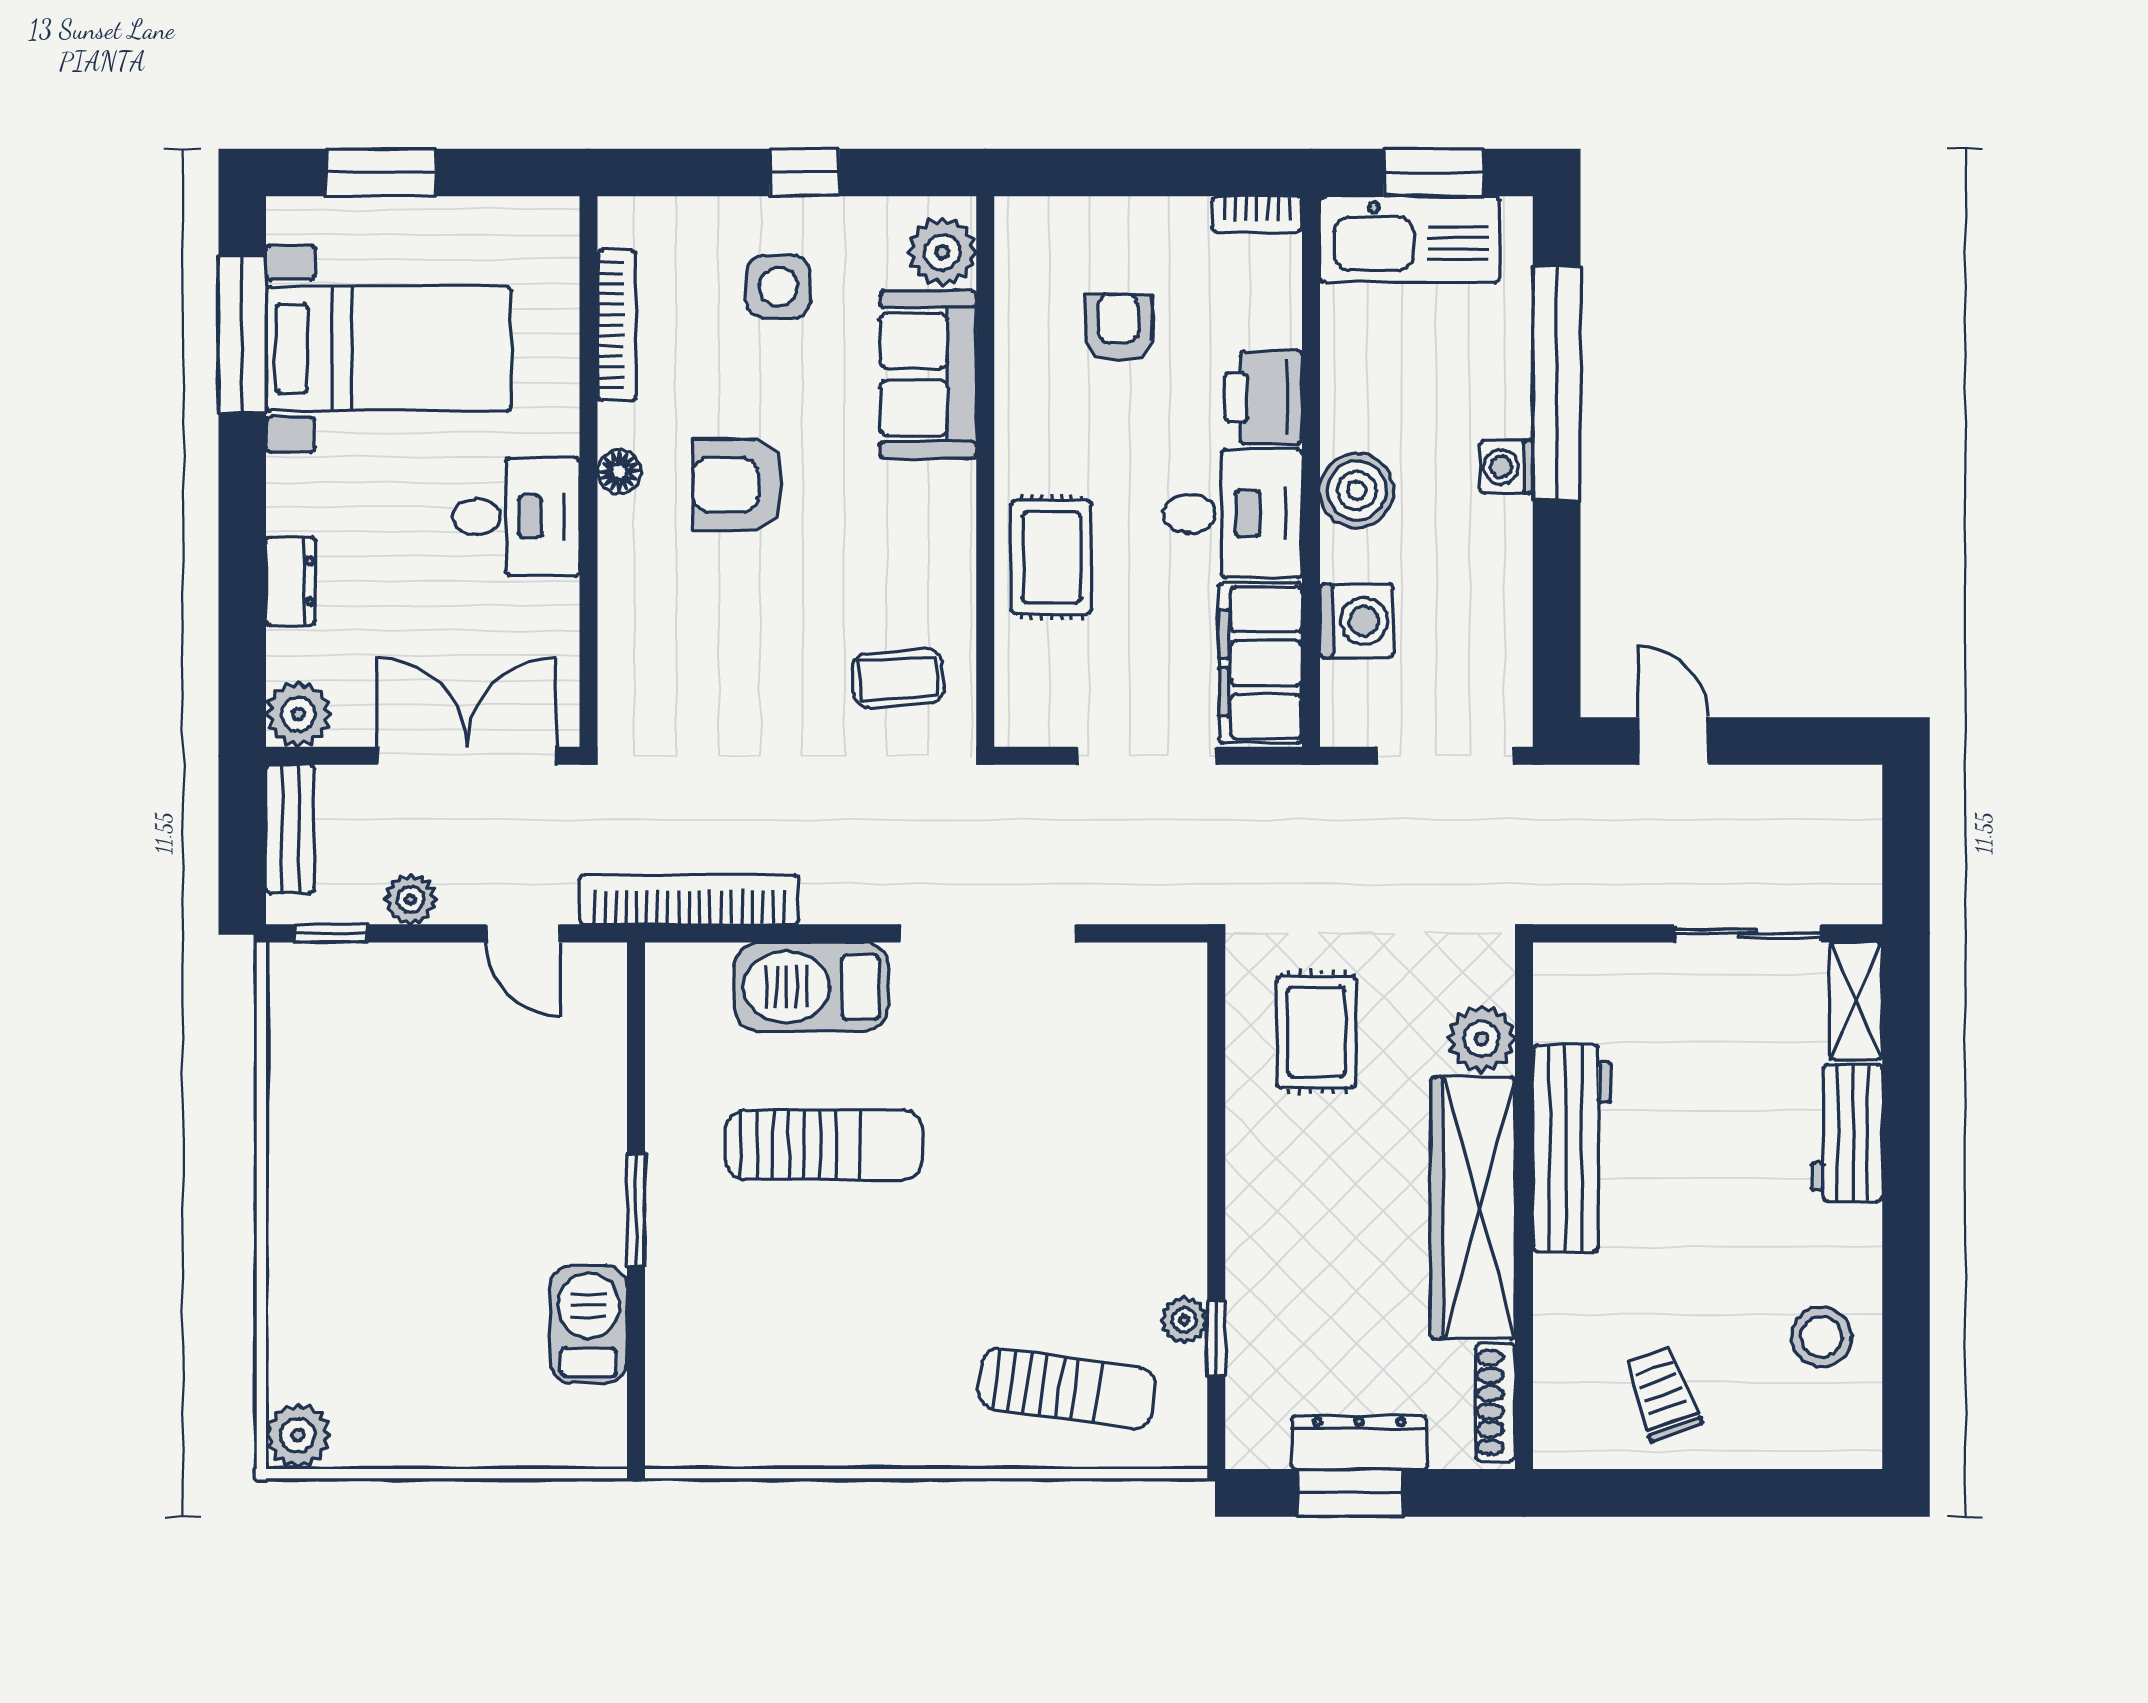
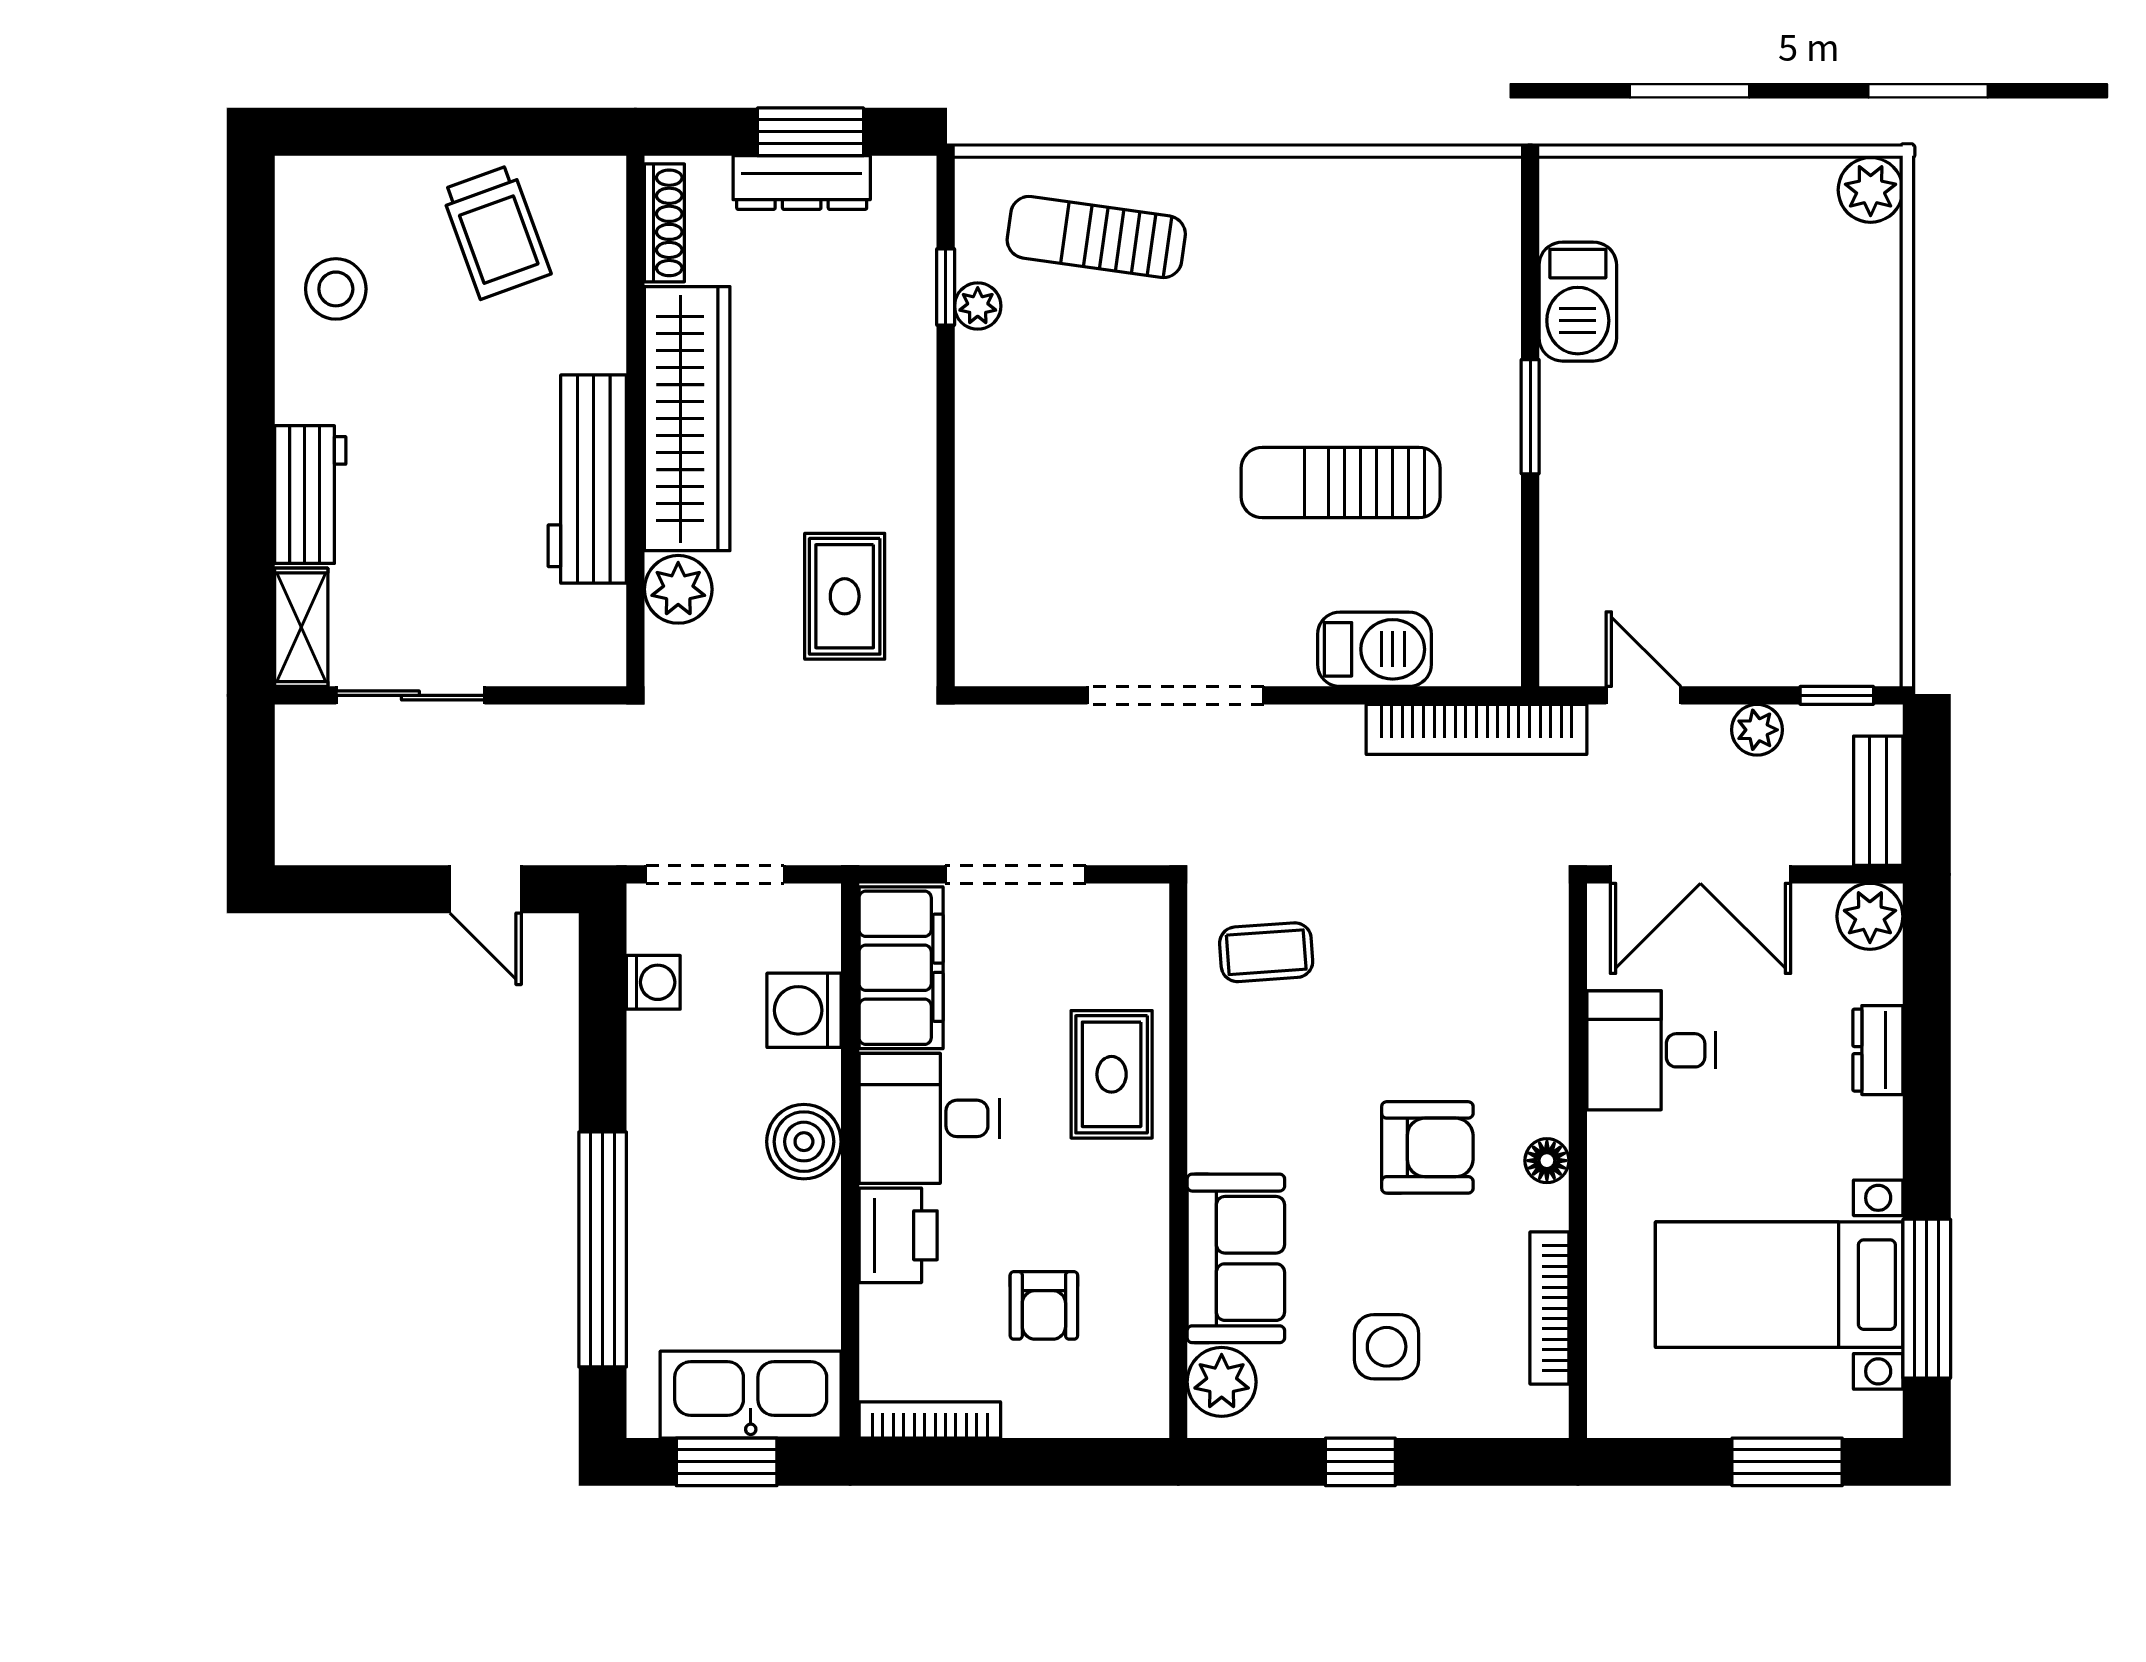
bookcase: (1257, 214) -> (930, 1420), width x1.56
washing machine: (1506, 467) -> (653, 982), moved
desk: (516, 517) -> (1651, 1050), moved
barbecue: (811, 987) -> (1374, 649), width x0.73, depth x0.83
trolley: (1663, 1393) -> (496, 232), width x1.36, depth x1.39

